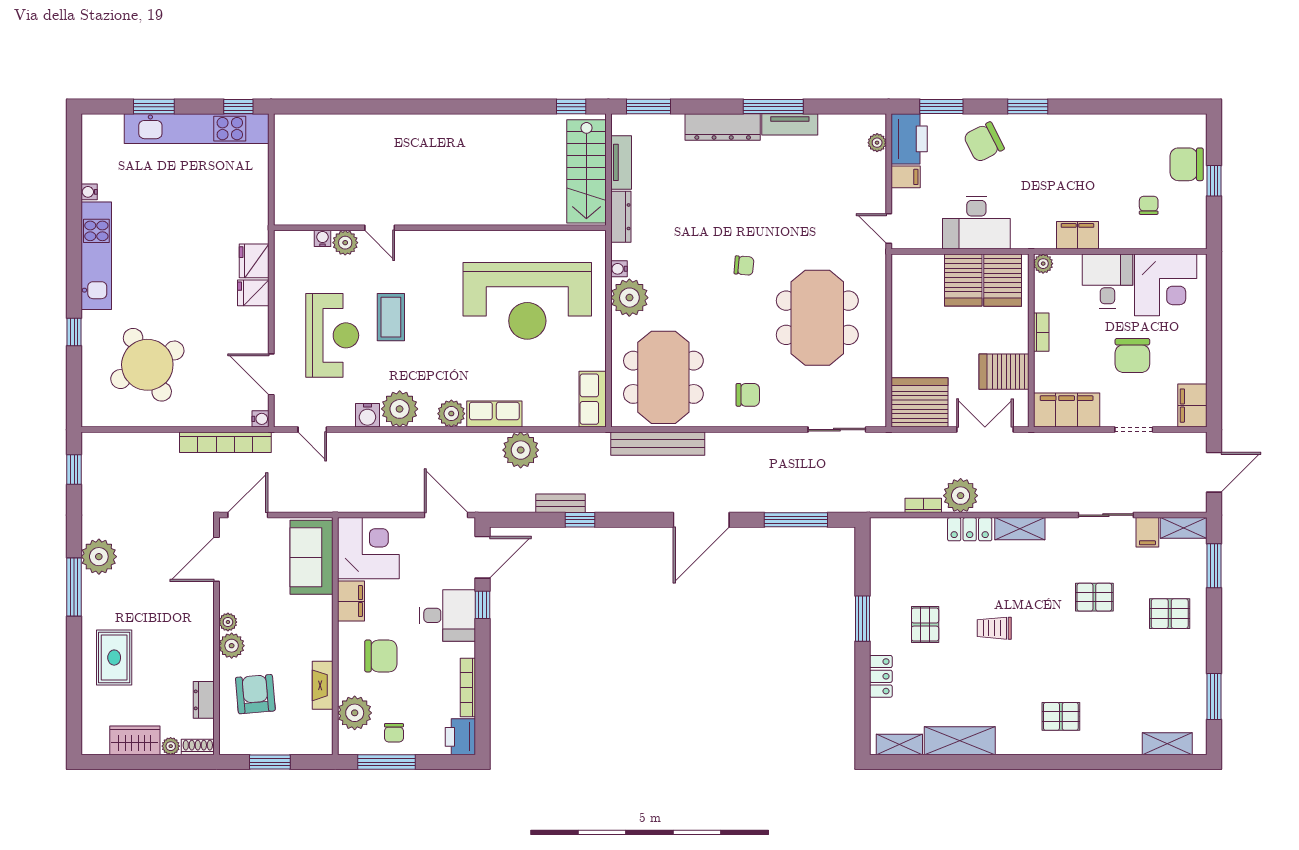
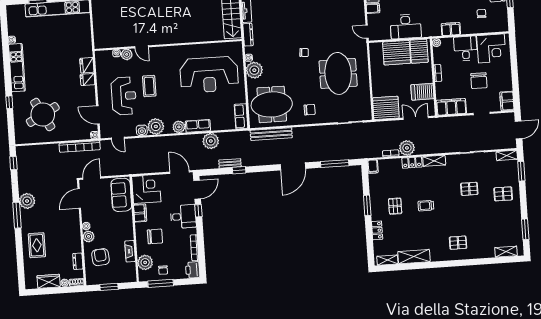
server rack: (963, 280) -> (397, 53), width x1.60
meeting table: (663, 377) -> (272, 104), turned 90
filing cabinet: (1147, 532) -> (373, 167), moved

